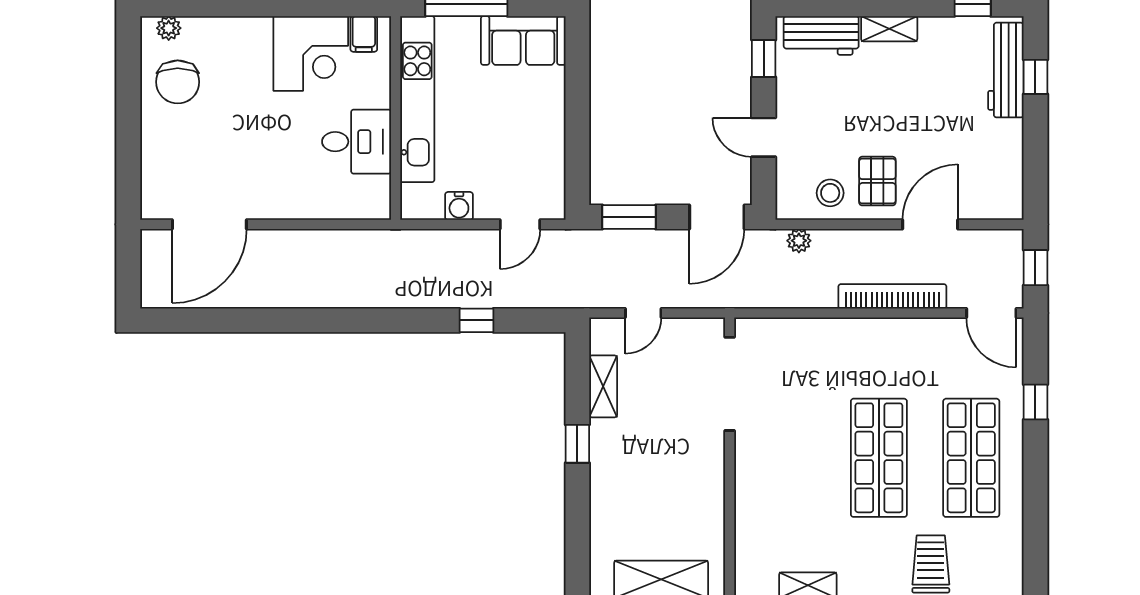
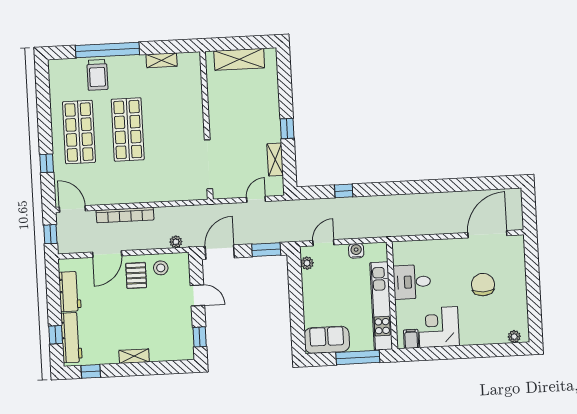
workbench: (821, 35) -> (70, 292), moved, turned 90
chair: (178, 82) -> (483, 285), moved
plant: (553, 187) -> (307, 263), added

